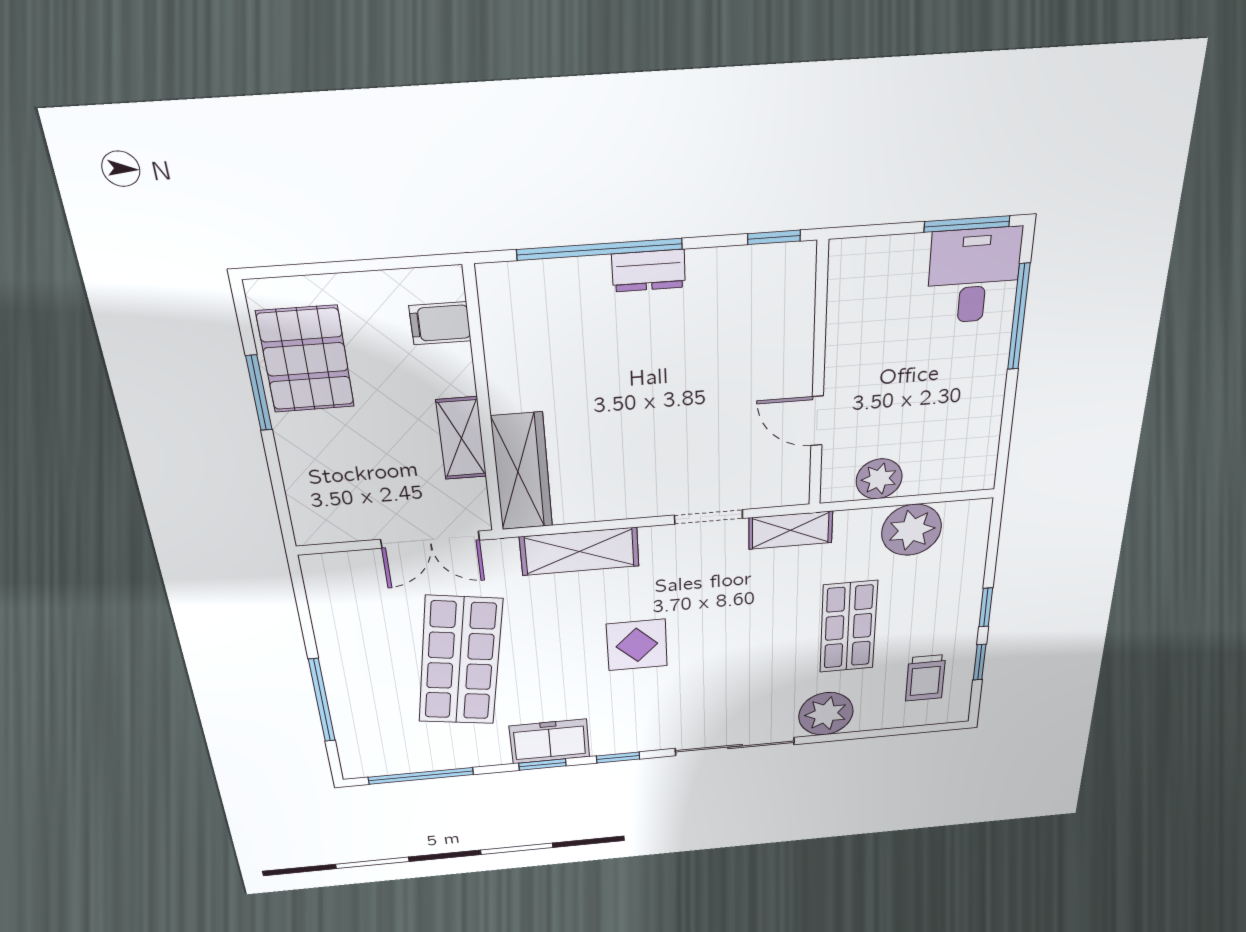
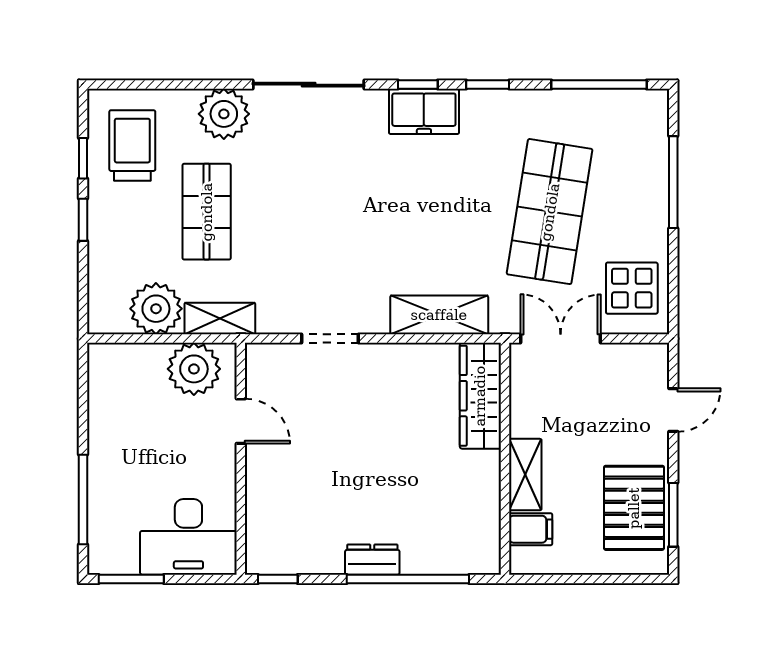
desk: (974, 276) -> (188, 537), moved, width x1.37
window: (259, 393) -> (673, 515), moved
shelving: (461, 438) -> (525, 475), moved
door: (276, 476) -> (673, 410), added
plant: (879, 479) -> (194, 369), width x1.36, depth x1.36
shelving: (791, 530) -> (220, 319), moved
display table: (637, 645) -> (632, 288), moved
trolley: (925, 678) -> (132, 146), width x1.36, depth x1.39
freezer: (550, 741) -> (424, 111), moved

